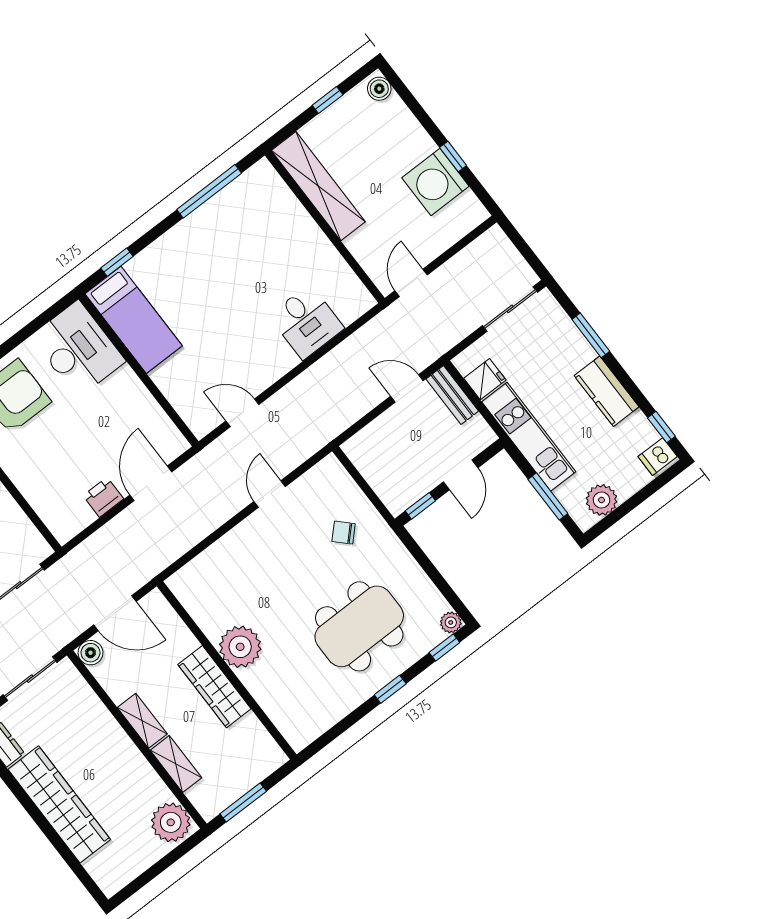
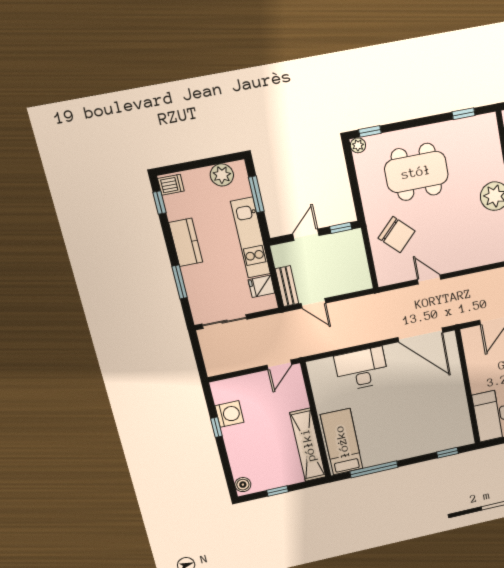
washing machine: (435, 182) -> (229, 414), width x0.73, depth x0.73
bed: (134, 320) -> (342, 442), moved
desk: (306, 322) -> (362, 369), width x1.37
door: (242, 413) -> (420, 335), width x1.88
door: (270, 494) -> (429, 279), swing flipped
chair: (344, 533) -> (397, 235), width x1.87, depth x1.87
window: (390, 689) -> (464, 114), moved

